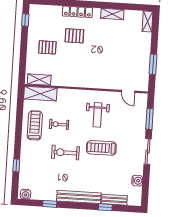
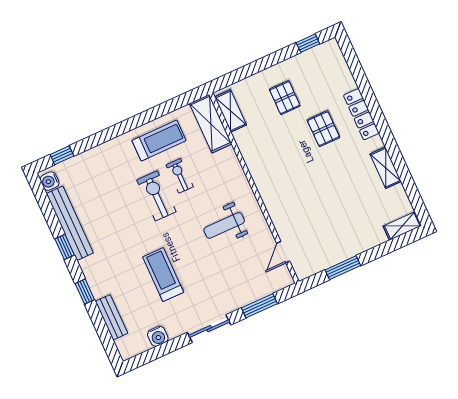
treadmill: (101, 148) -> (163, 275), moved
exercise bike: (65, 153) -> (156, 196), moved
window: (16, 165) -> (62, 155), moved
bench: (79, 197) -> (70, 223), moved
window: (50, 204) -> (65, 247), moved
window: (105, 207) -> (85, 292), moved

